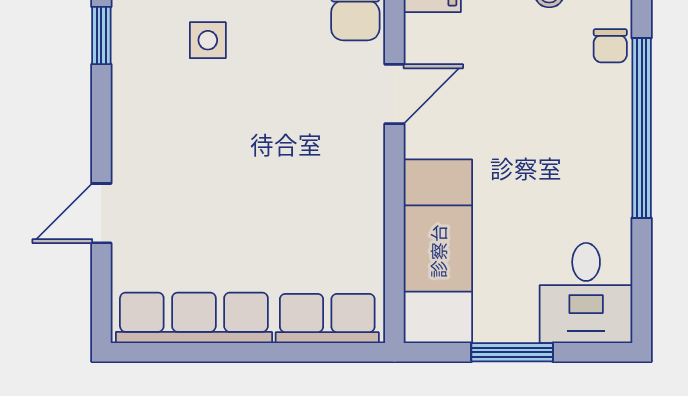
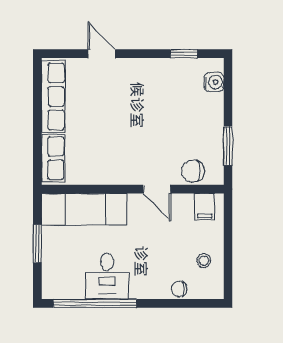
side table: (208, 40) -> (182, 103), removed
window: (642, 128) -> (95, 303), moved
desk: (586, 293) -> (107, 276), moved, turned -90

